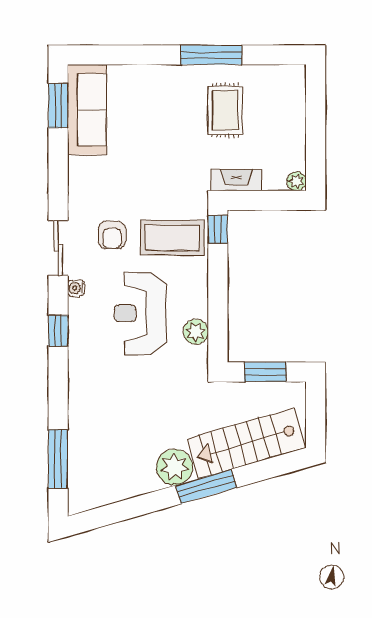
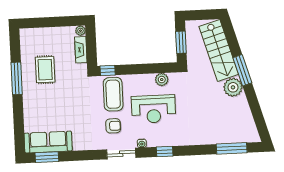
rug: (225, 110) -> (45, 70), turned 90
fireplace: (237, 180) -> (81, 50), moved

